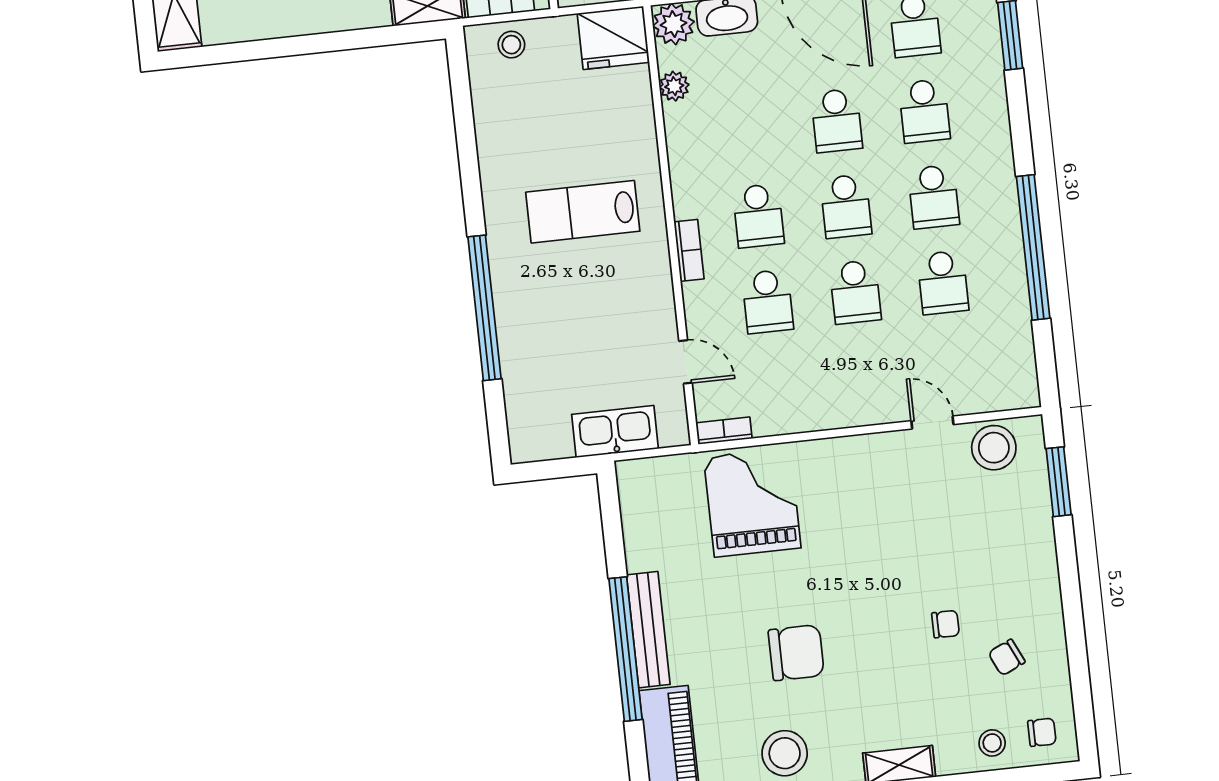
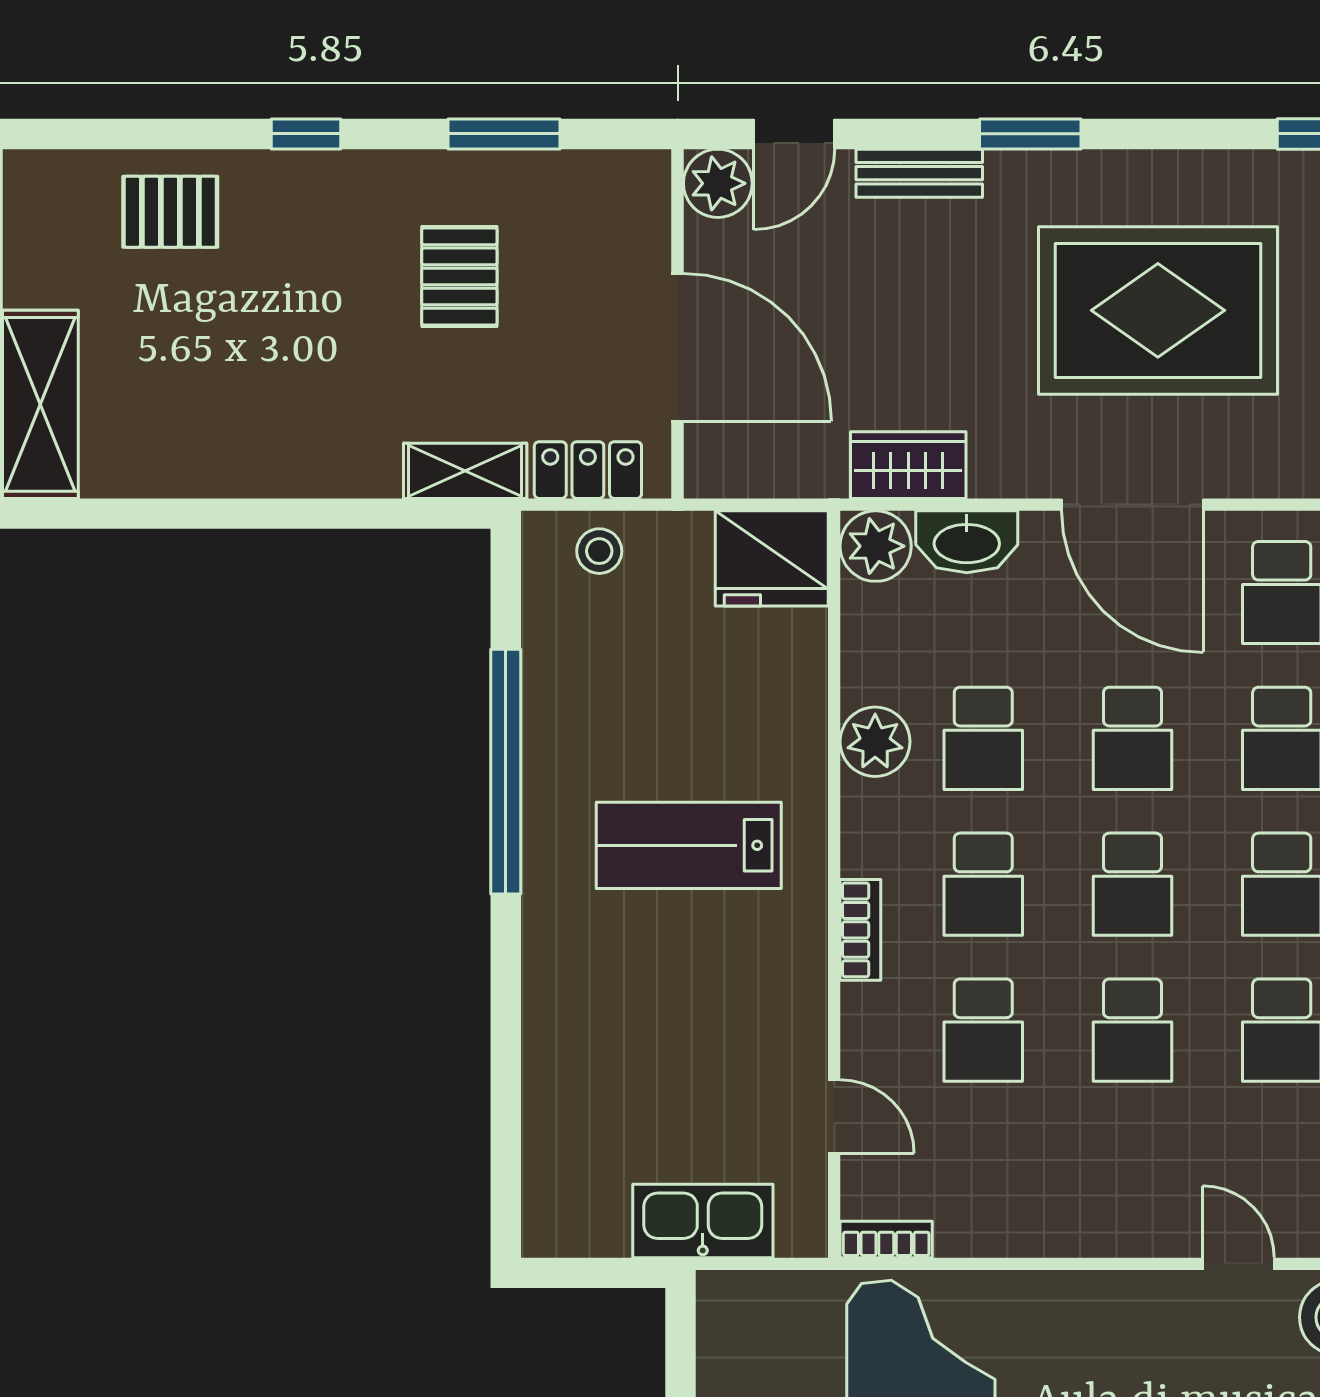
plant: (674, 86) -> (875, 742), moved, width x1.38, depth x1.38
school desk: (749, 130) -> (983, 738), added
window: (484, 308) -> (506, 772), moved

